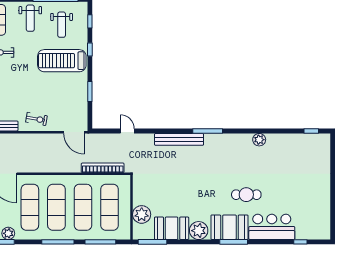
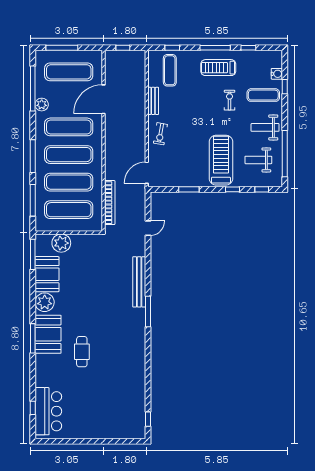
plant: (259, 140) -> (139, 365), removed
bar counter: (272, 227) -> (48, 411), moved

